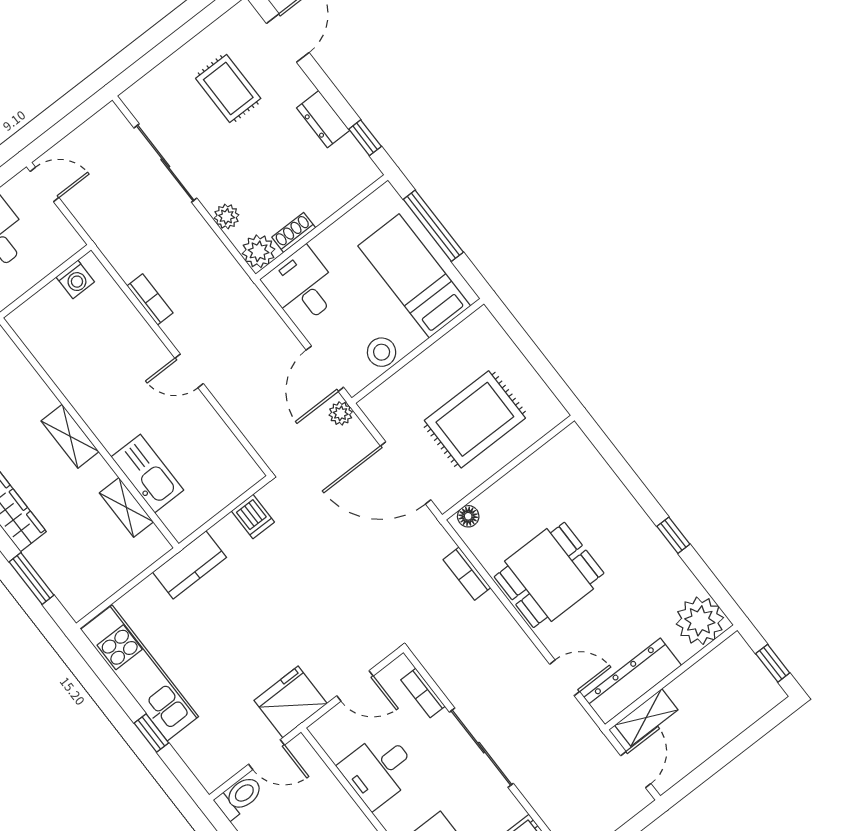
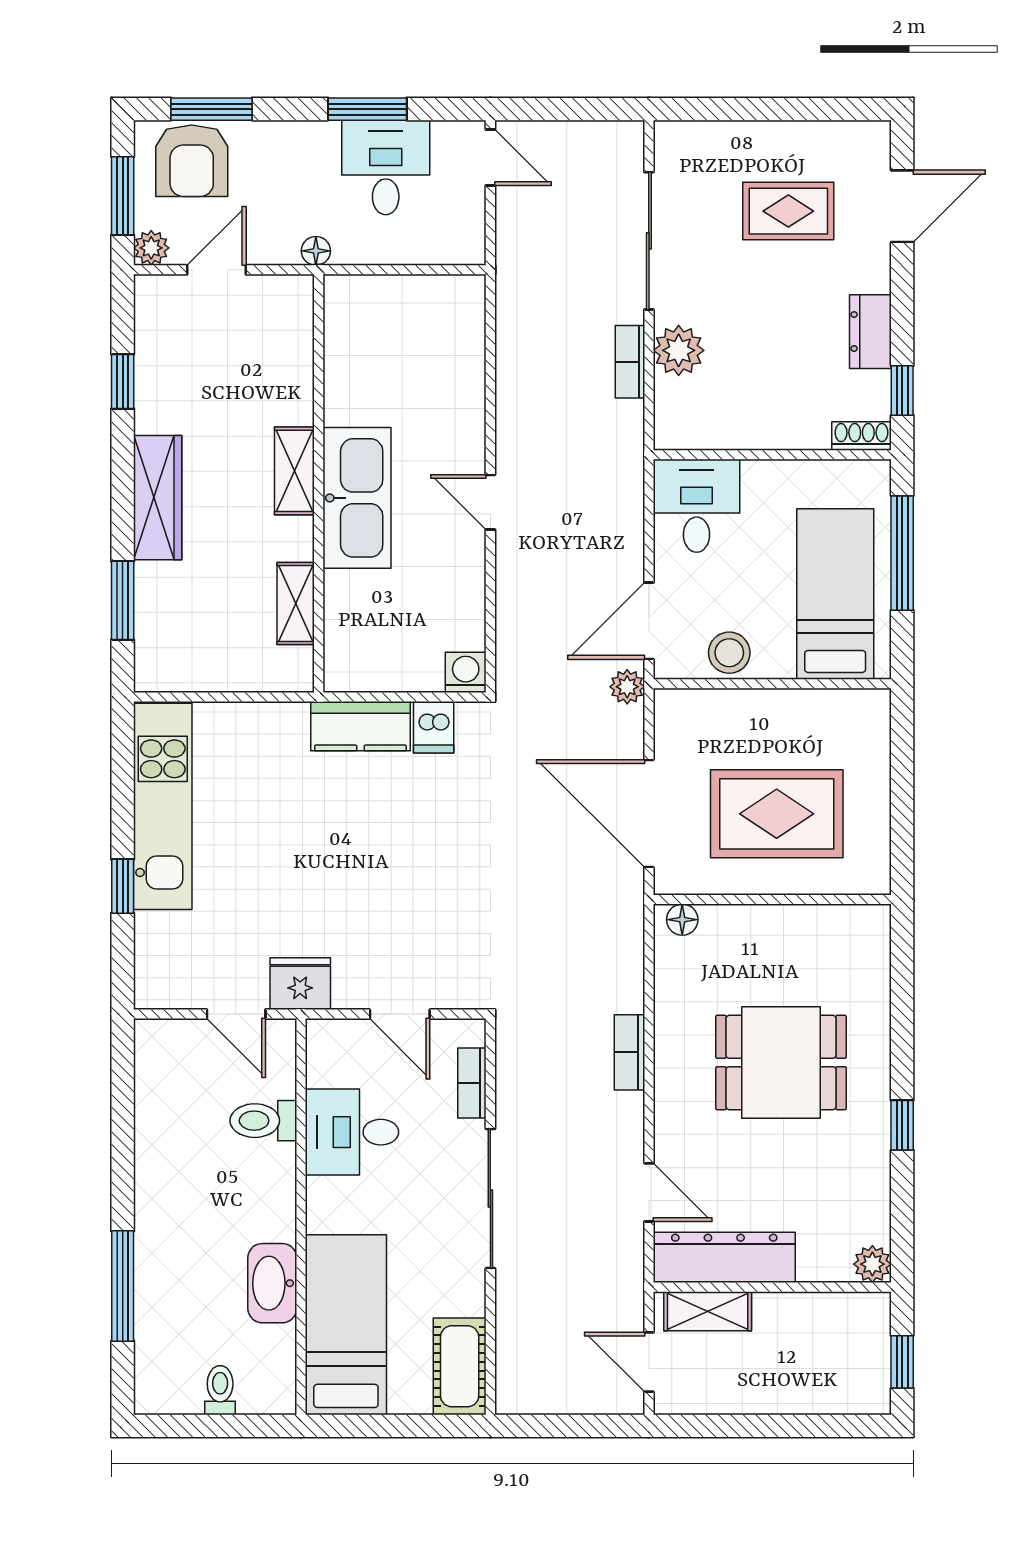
rug: (228, 88) -> (788, 211), turned 90
plant: (227, 216) -> (679, 350), width x1.38, depth x1.38
shoe rack: (294, 233) -> (862, 436), moved
plant: (259, 251) -> (678, 426), removed
washing machine: (75, 279) -> (466, 672), moved, turned 180
bookcase: (150, 299) -> (630, 362), moved, turned 180
kitchen sink: (147, 474) -> (357, 498), moved, width x1.36, depth x1.24
kitchen counter: (189, 565) -> (360, 726), moved
bookcase: (467, 574) -> (629, 1052), moved
dining table: (549, 575) -> (781, 1062), moved
plant: (700, 621) -> (872, 1264), width x0.53, depth x0.53
fridge: (291, 702) -> (300, 984), width x0.73, depth x0.75
door: (636, 770) -> (649, 1362), swing flipped
toilet: (239, 797) -> (263, 1121), moved, turned 180

